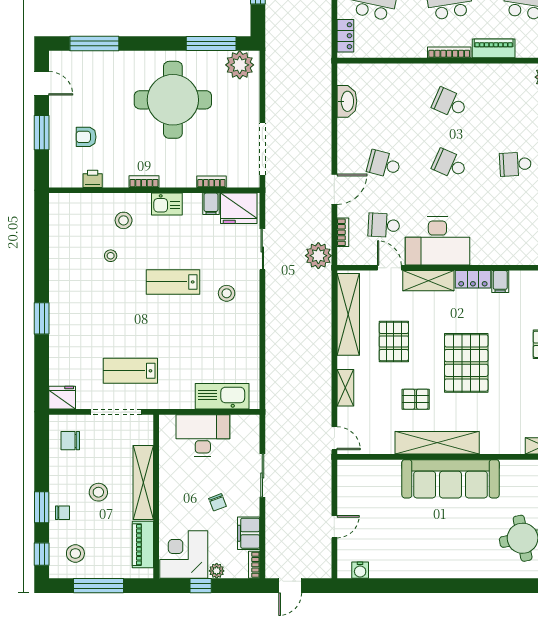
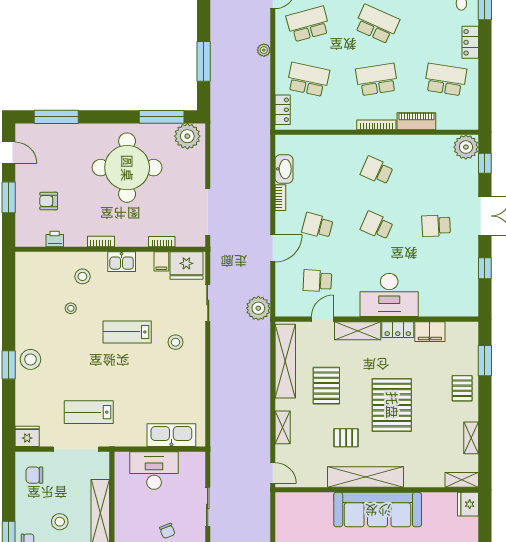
bookcase: (343, 232) -> (280, 198), moved
desk: (437, 241) -> (389, 295), moved
door: (389, 268) -> (322, 319), hinge flipped
filing cabinet: (500, 281) -> (430, 332), width x2.00
stool: (66, 312) -> (30, 359), added

